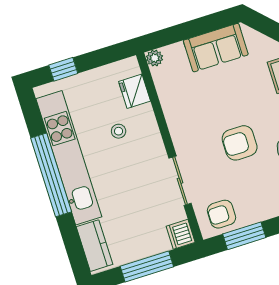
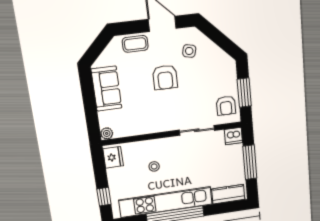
fridge: (135, 91) -> (113, 157), moved, turned -90
armchair: (240, 143) -> (165, 77), moved

